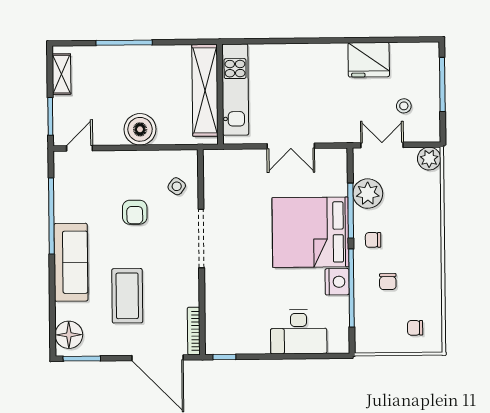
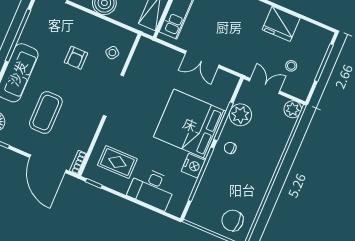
chair: (388, 282) -> (228, 181), removed
rug: (242, 318) -> (117, 162), added
chair: (415, 328) -> (233, 220), width x1.87, depth x1.87
bookcase: (194, 331) -> (78, 162), width x0.64

